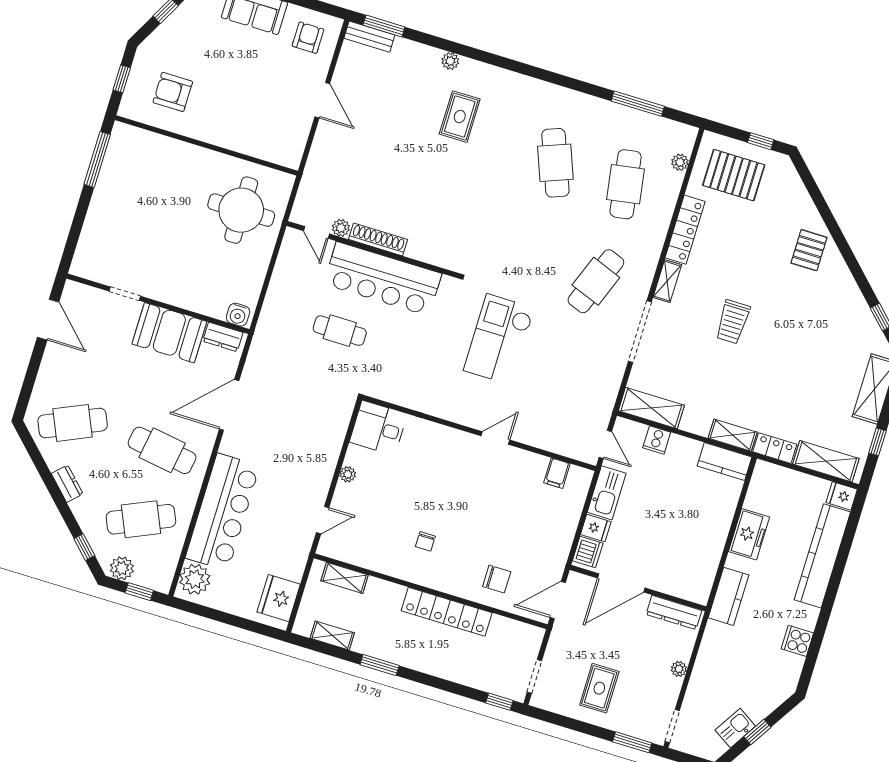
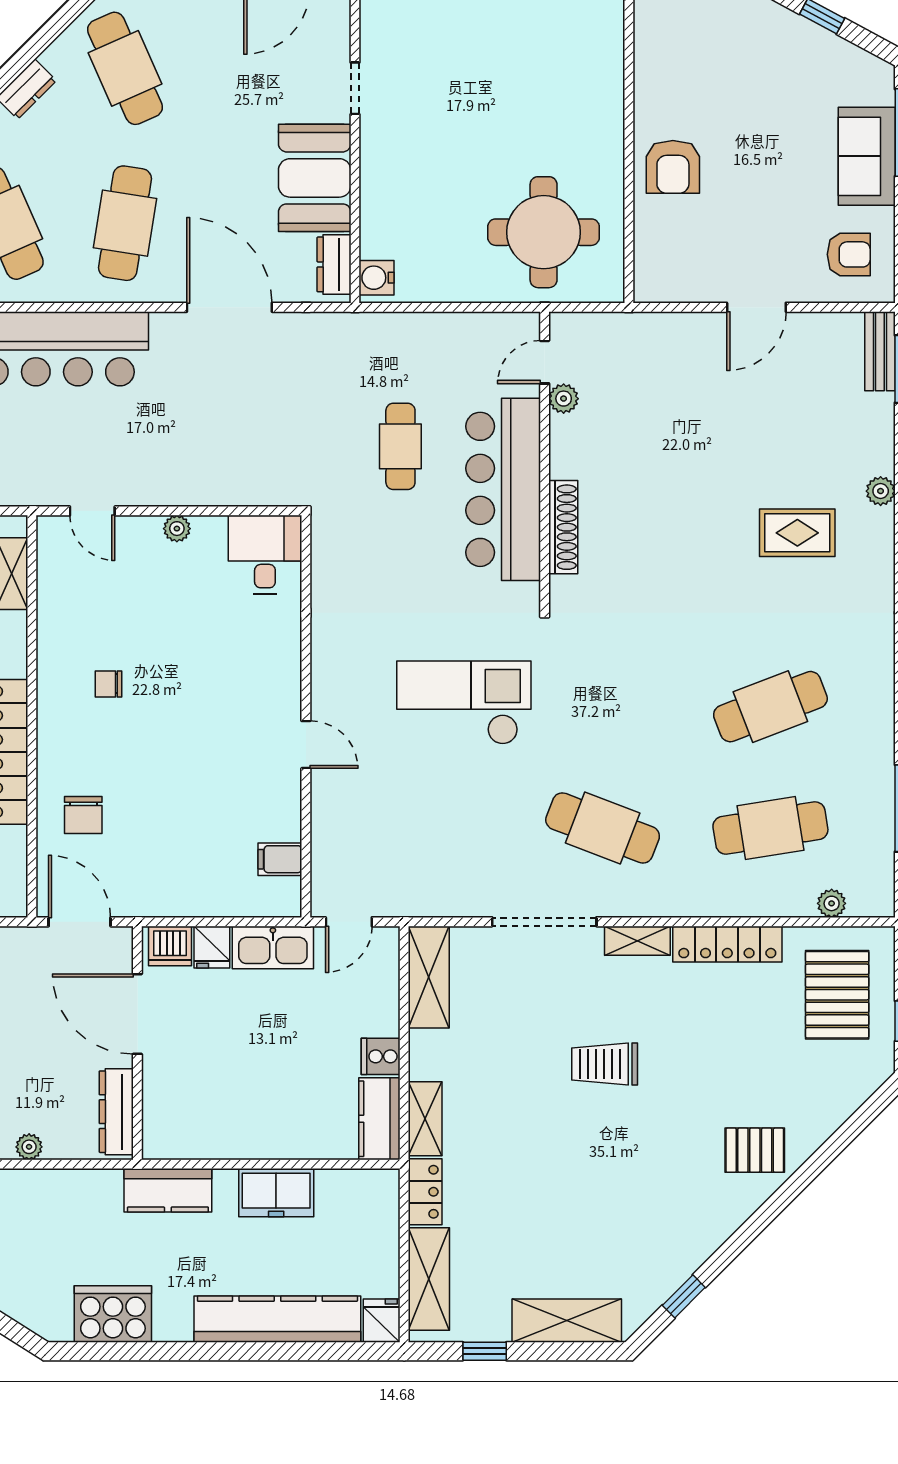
armchair: (173, 92) -> (673, 167), moved, turned 180
shoe rack: (378, 239) -> (563, 527), moved
cooker: (657, 440) -> (381, 1056), moved
cooker: (797, 641) -> (113, 1314), width x1.87, depth x1.31

